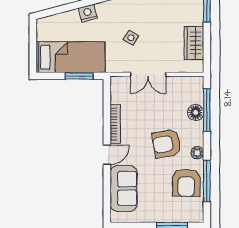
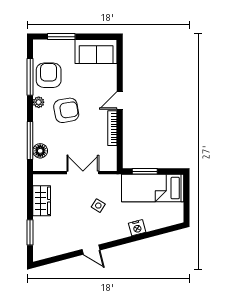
floor lamp: (196, 112) -> (40, 151), moved
sofa: (124, 188) -> (96, 51), moved, turned -90

